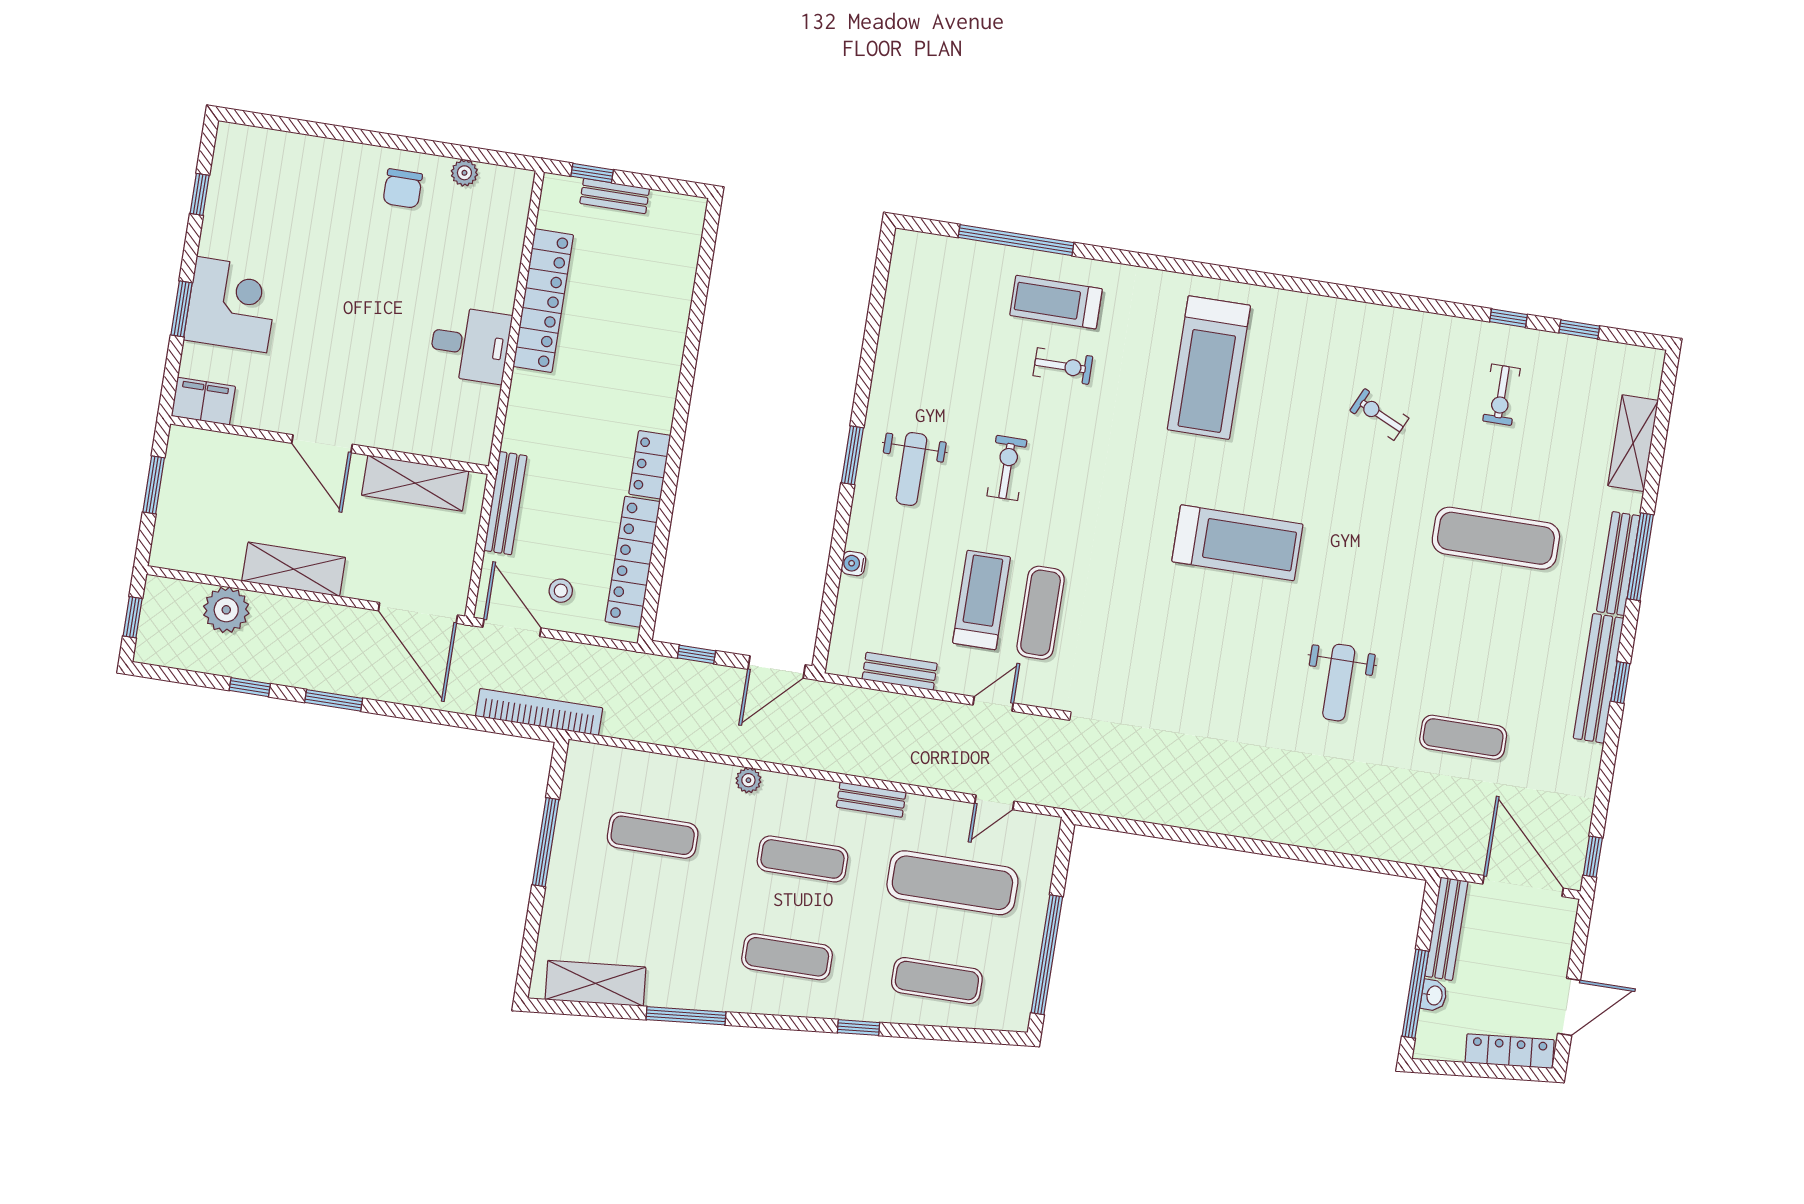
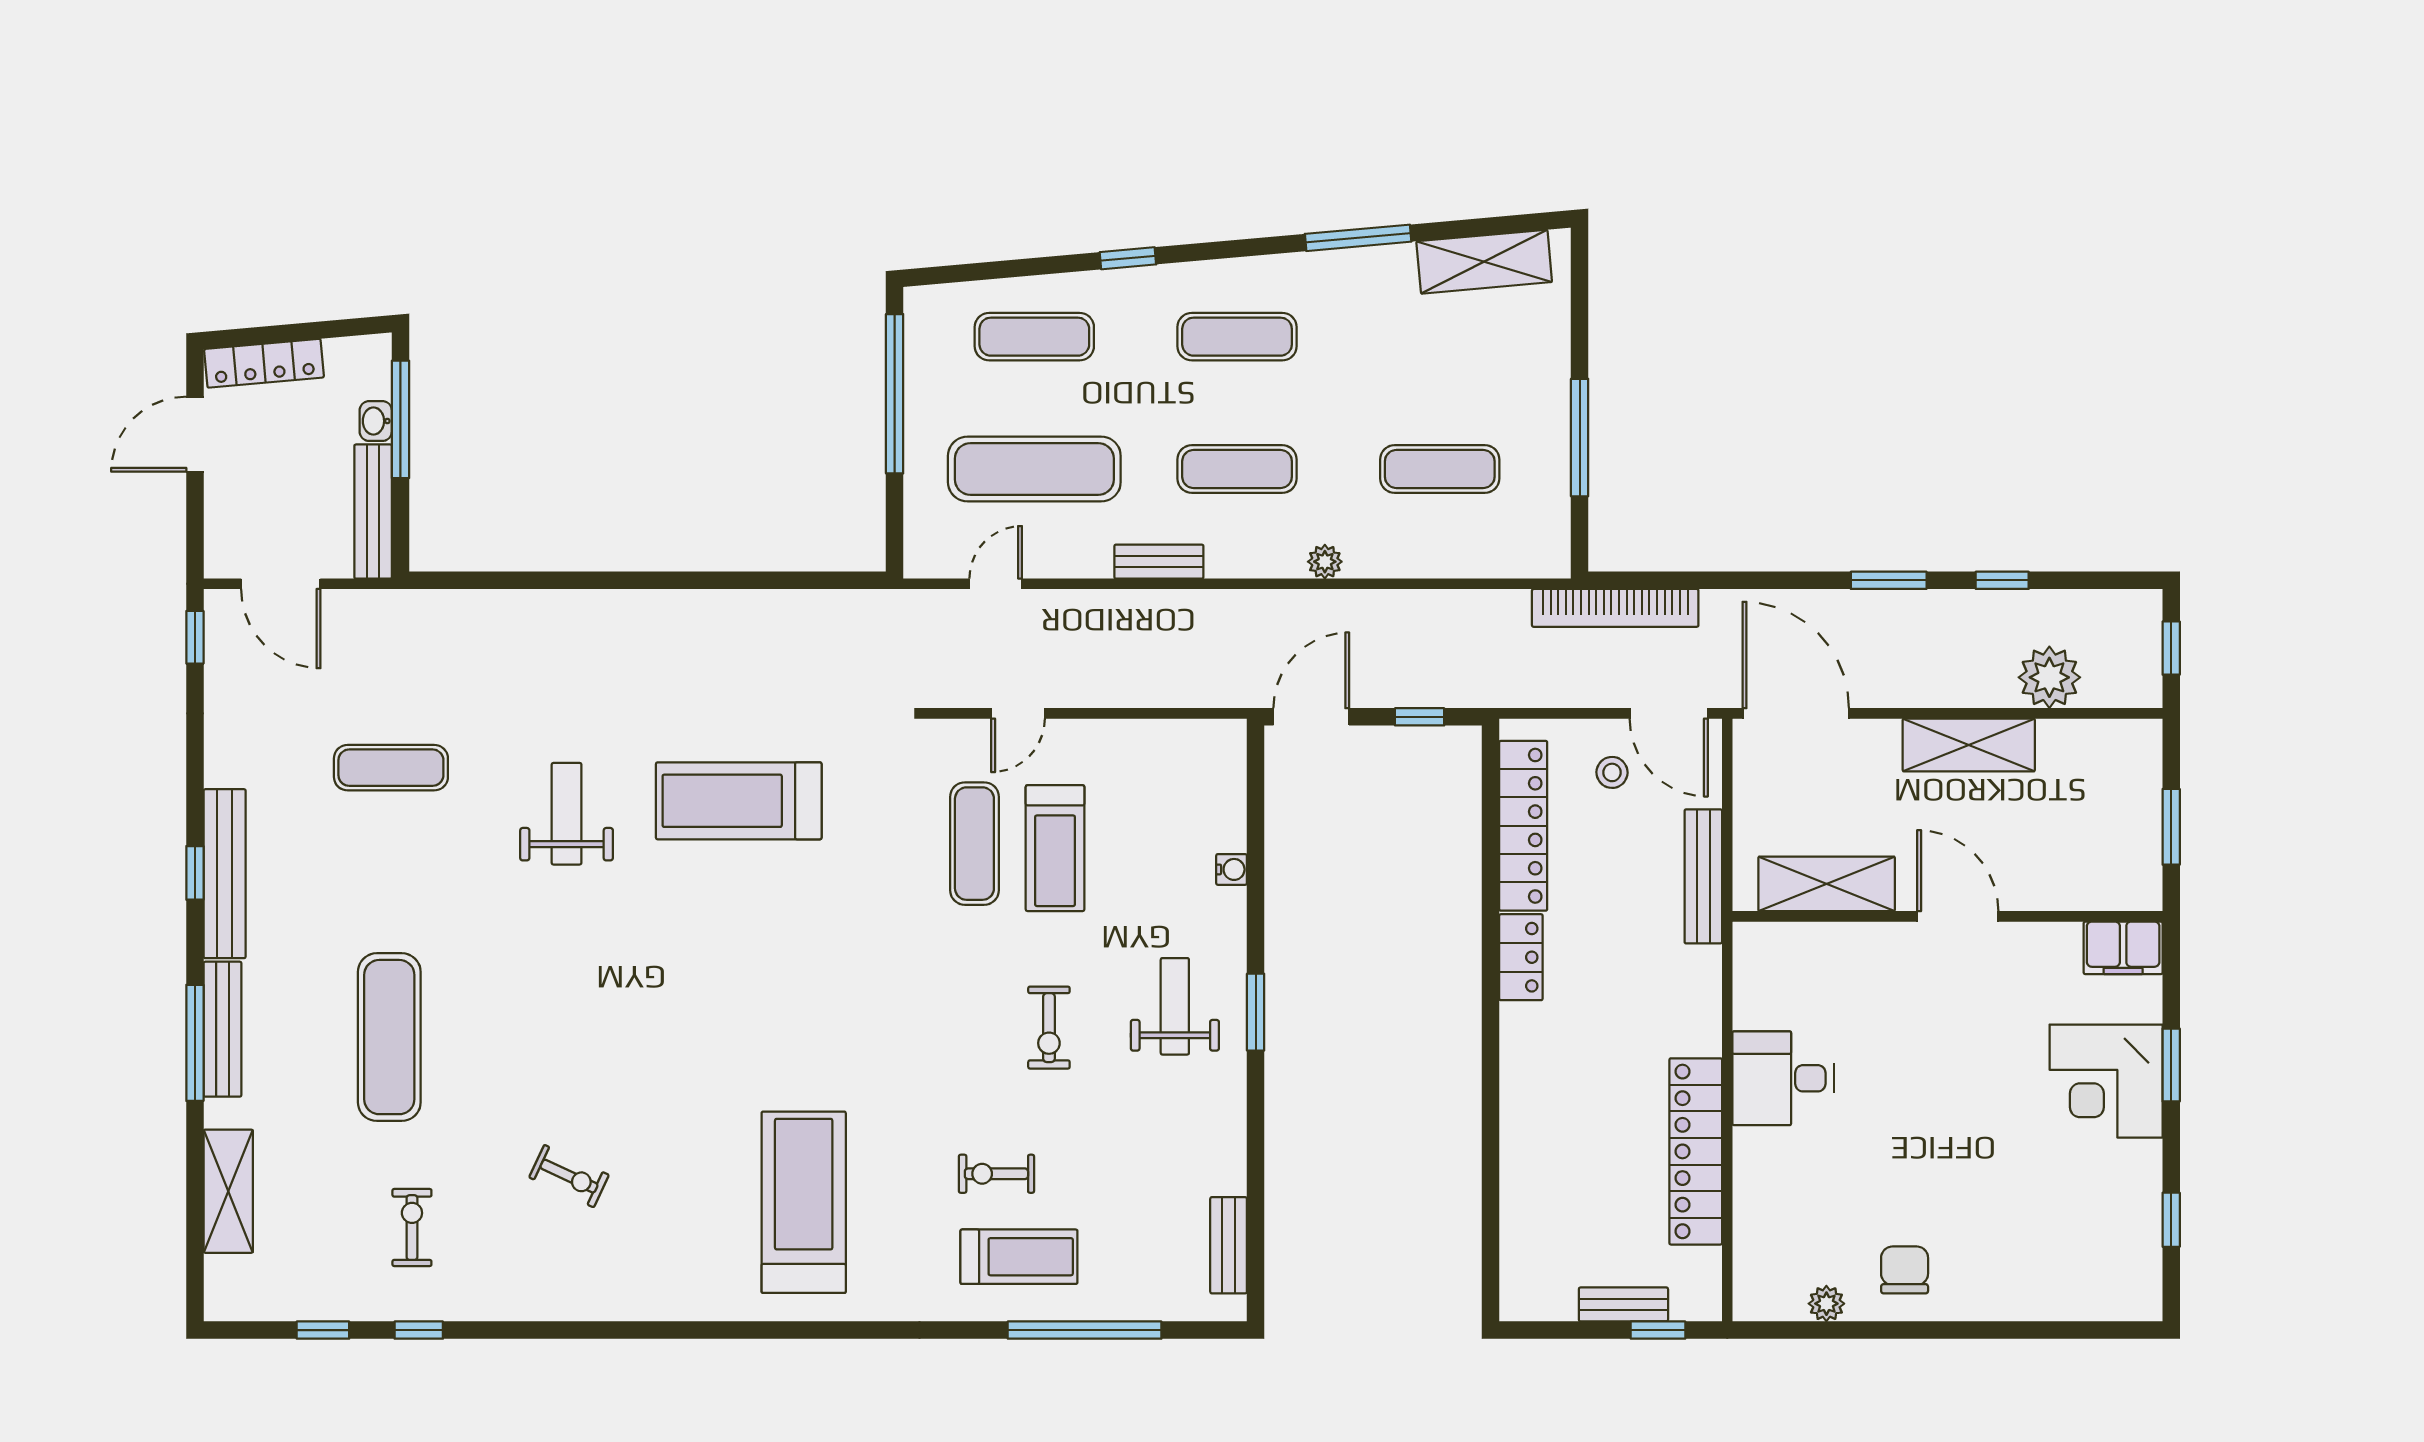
exercise mat: (1496, 538) -> (389, 1037), turned 90
treadmill: (1237, 543) -> (739, 801), moved
bench: (900, 671) -> (1229, 1245), moved, turned 90
door: (1523, 886) -> (281, 584), width x0.73

